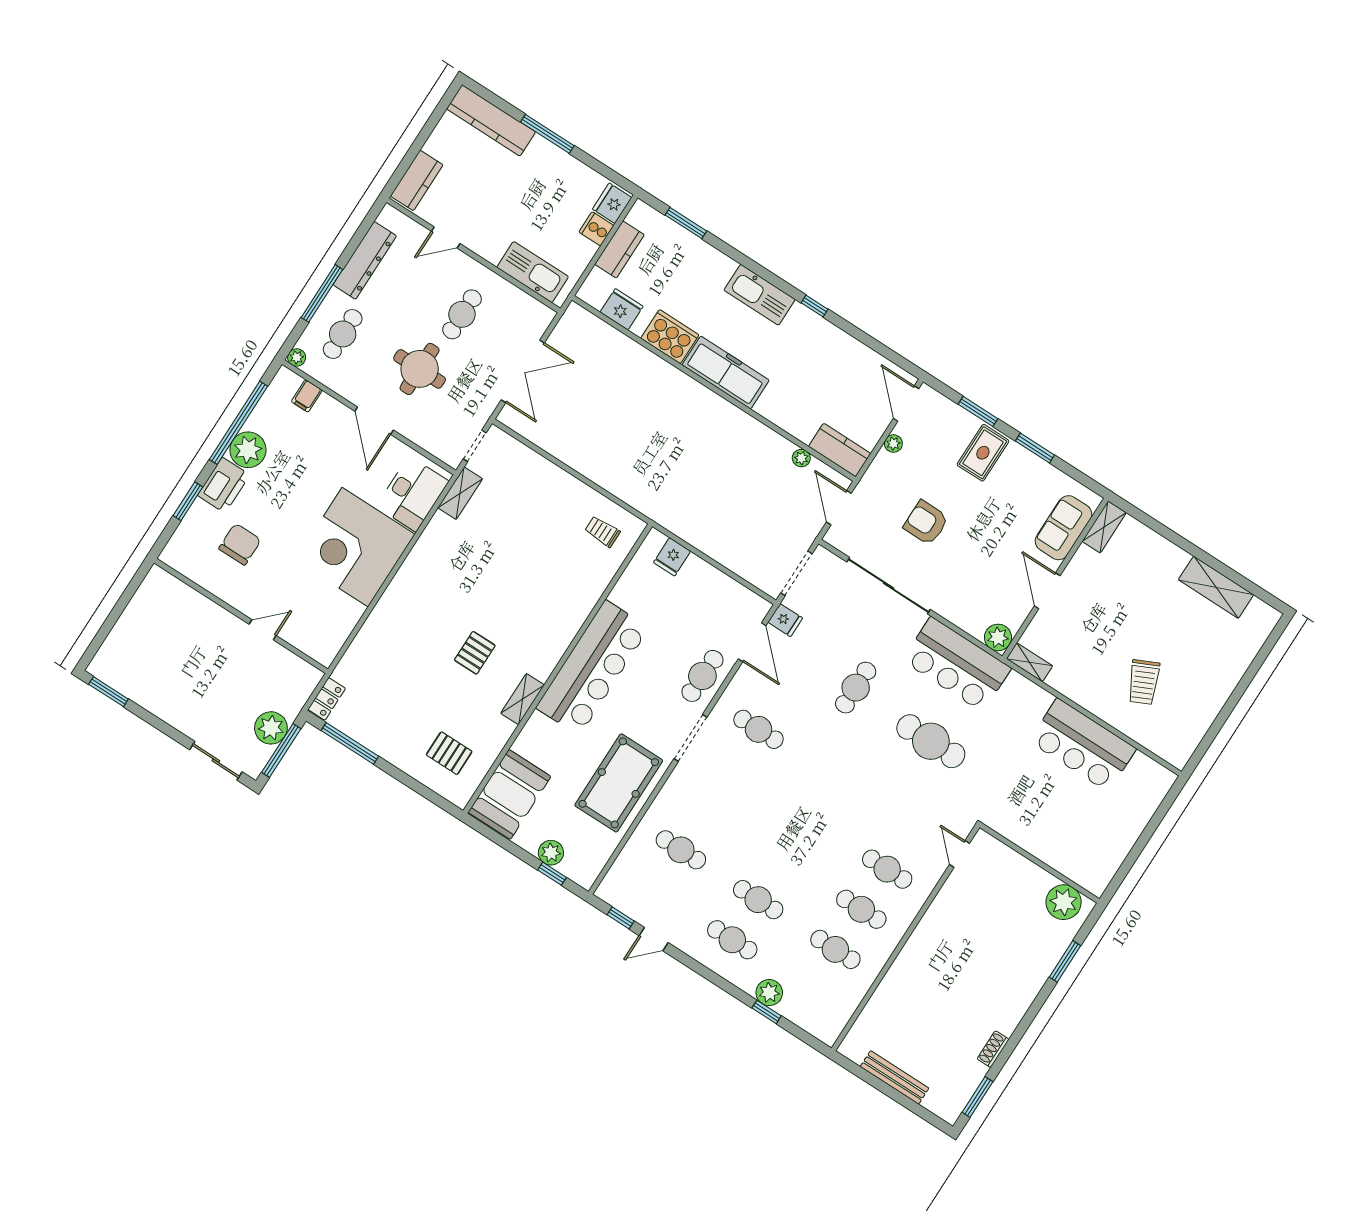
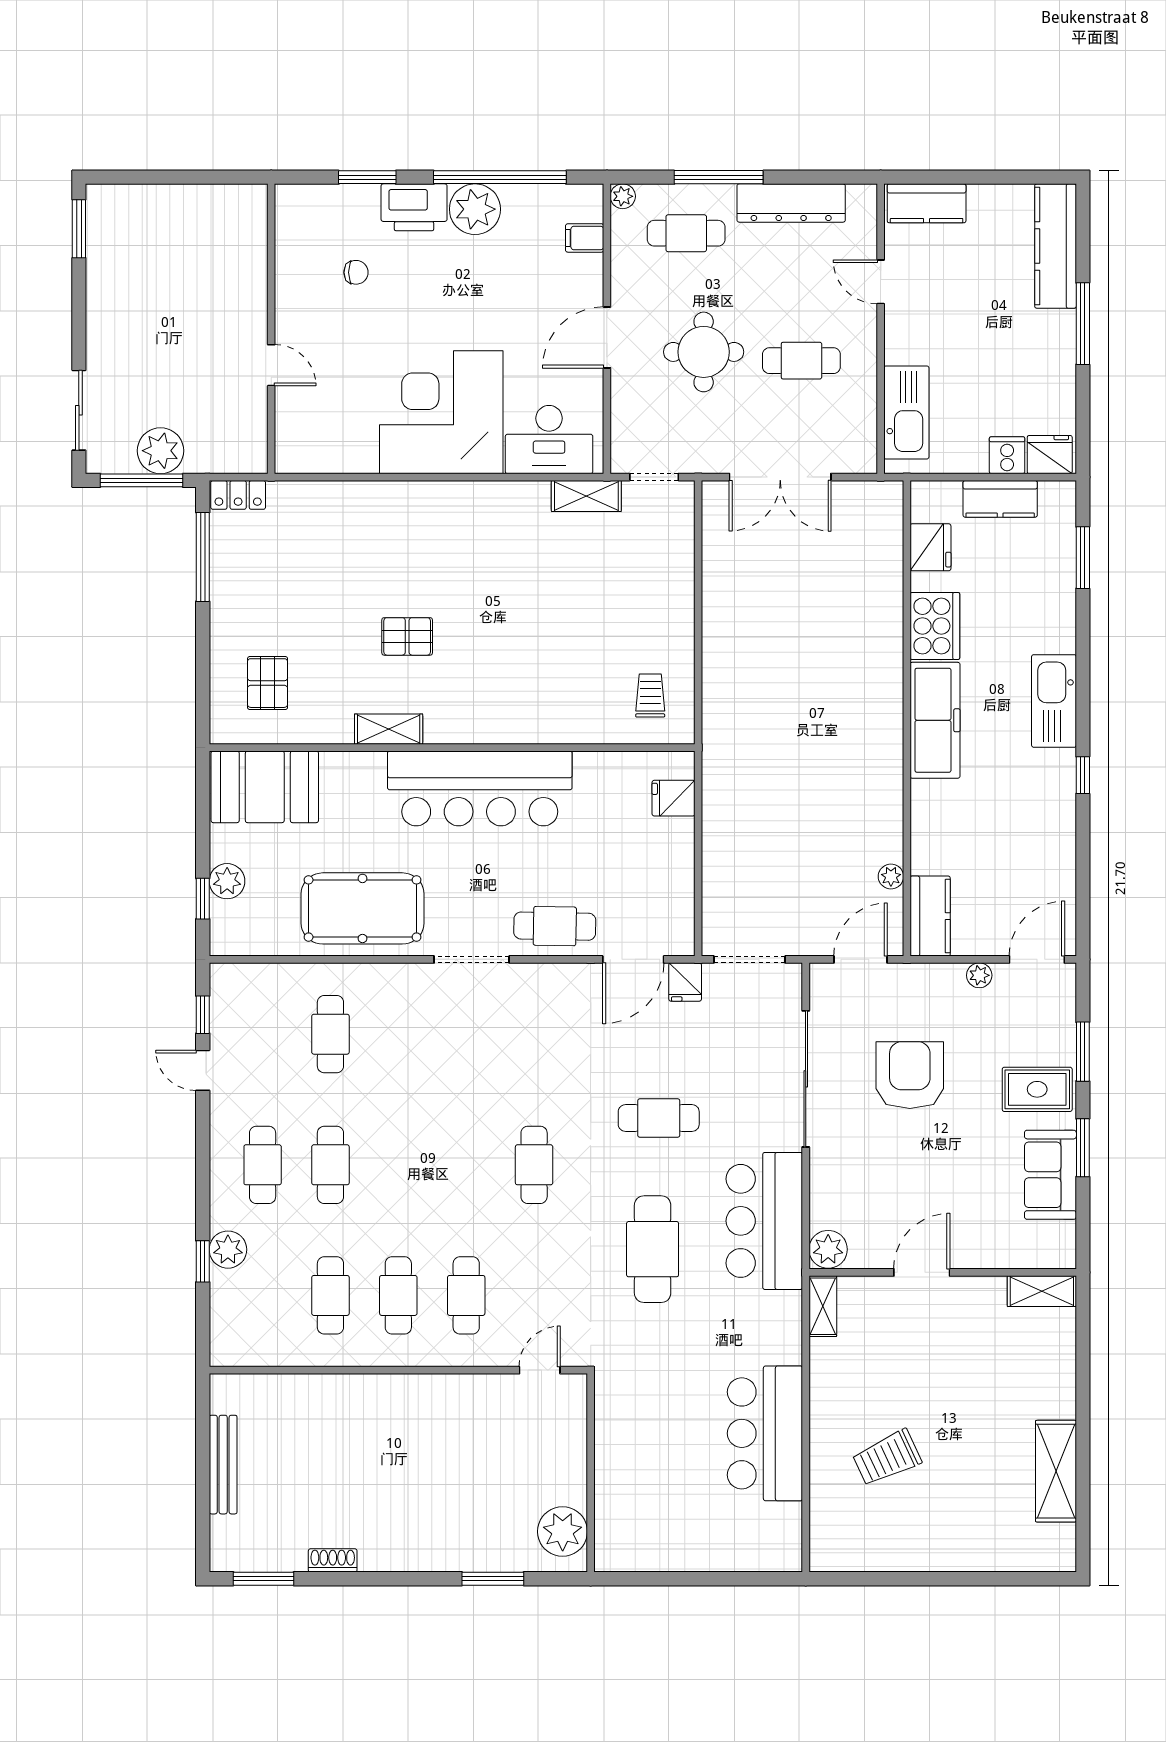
armchair: (926, 523) -> (910, 1075), width x1.36, depth x1.36
sofa: (1064, 528) -> (1050, 1175), moved, turned -90
chair: (240, 544) -> (356, 272), width x0.54, depth x0.54
cafe table: (759, 729) -> (534, 1165), moved

